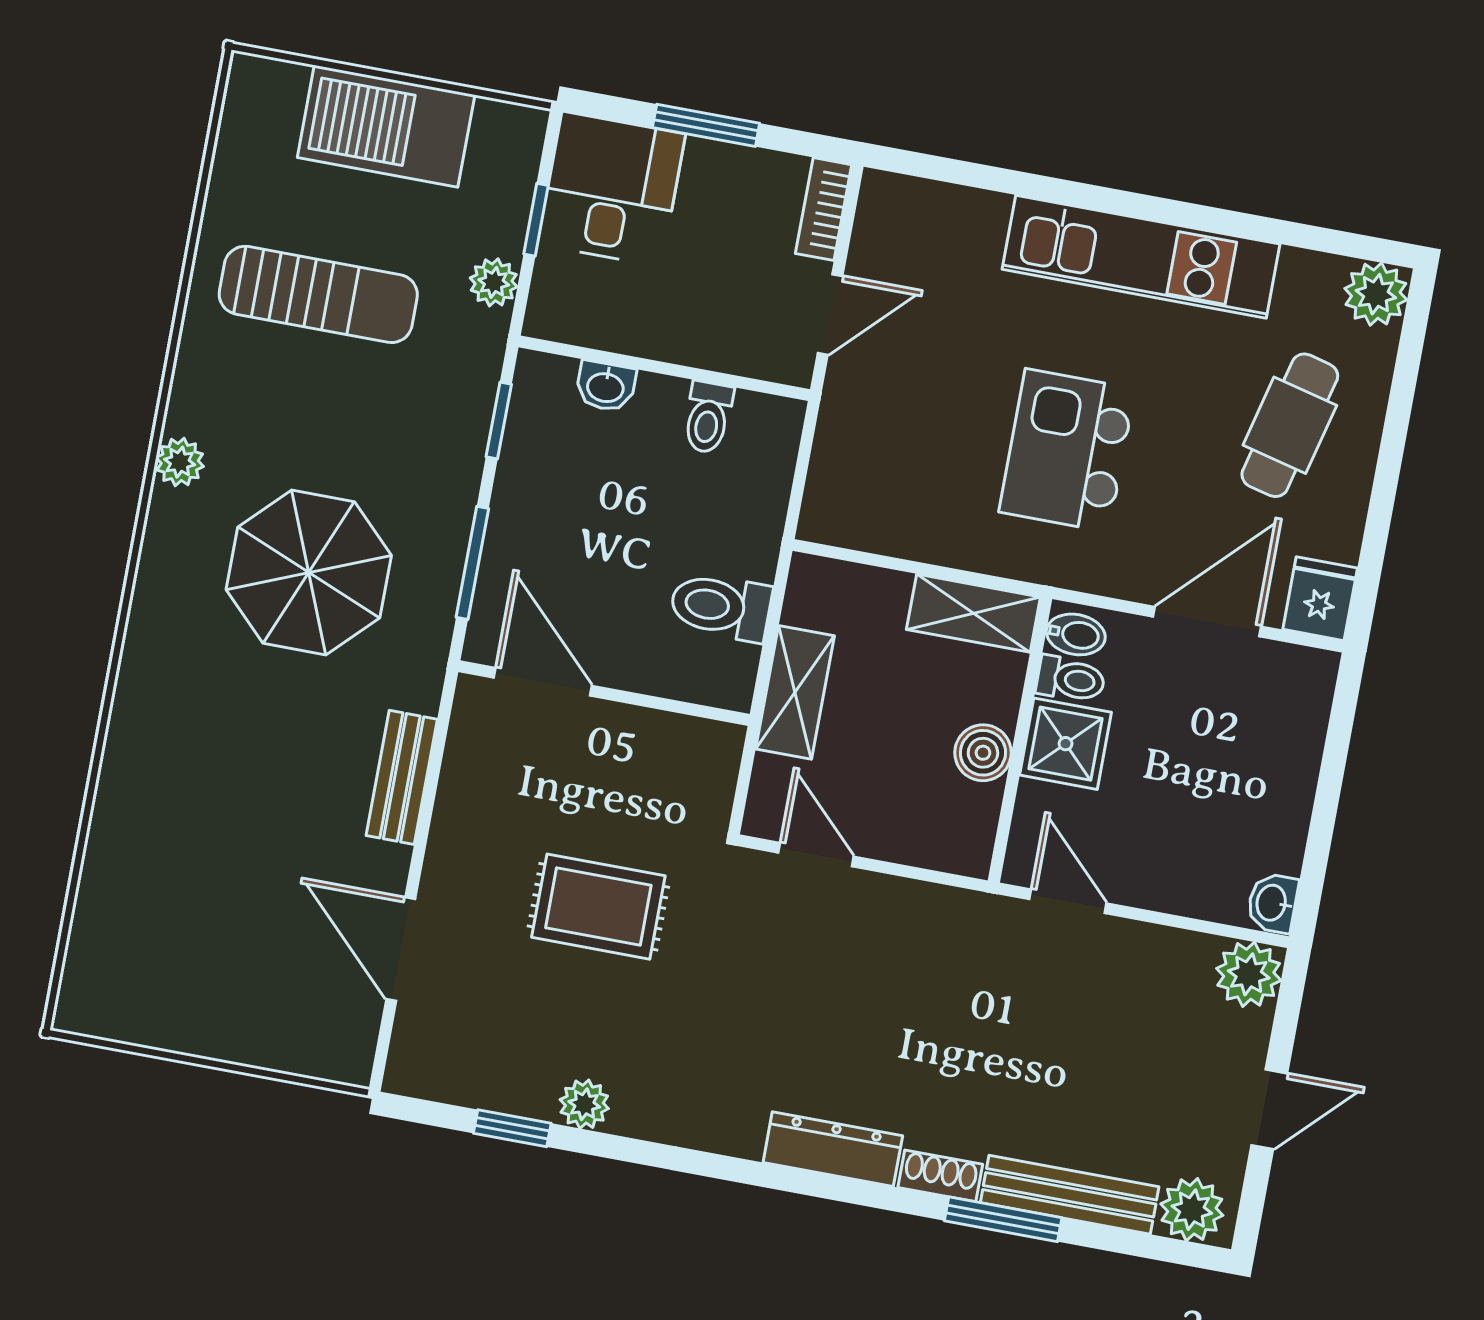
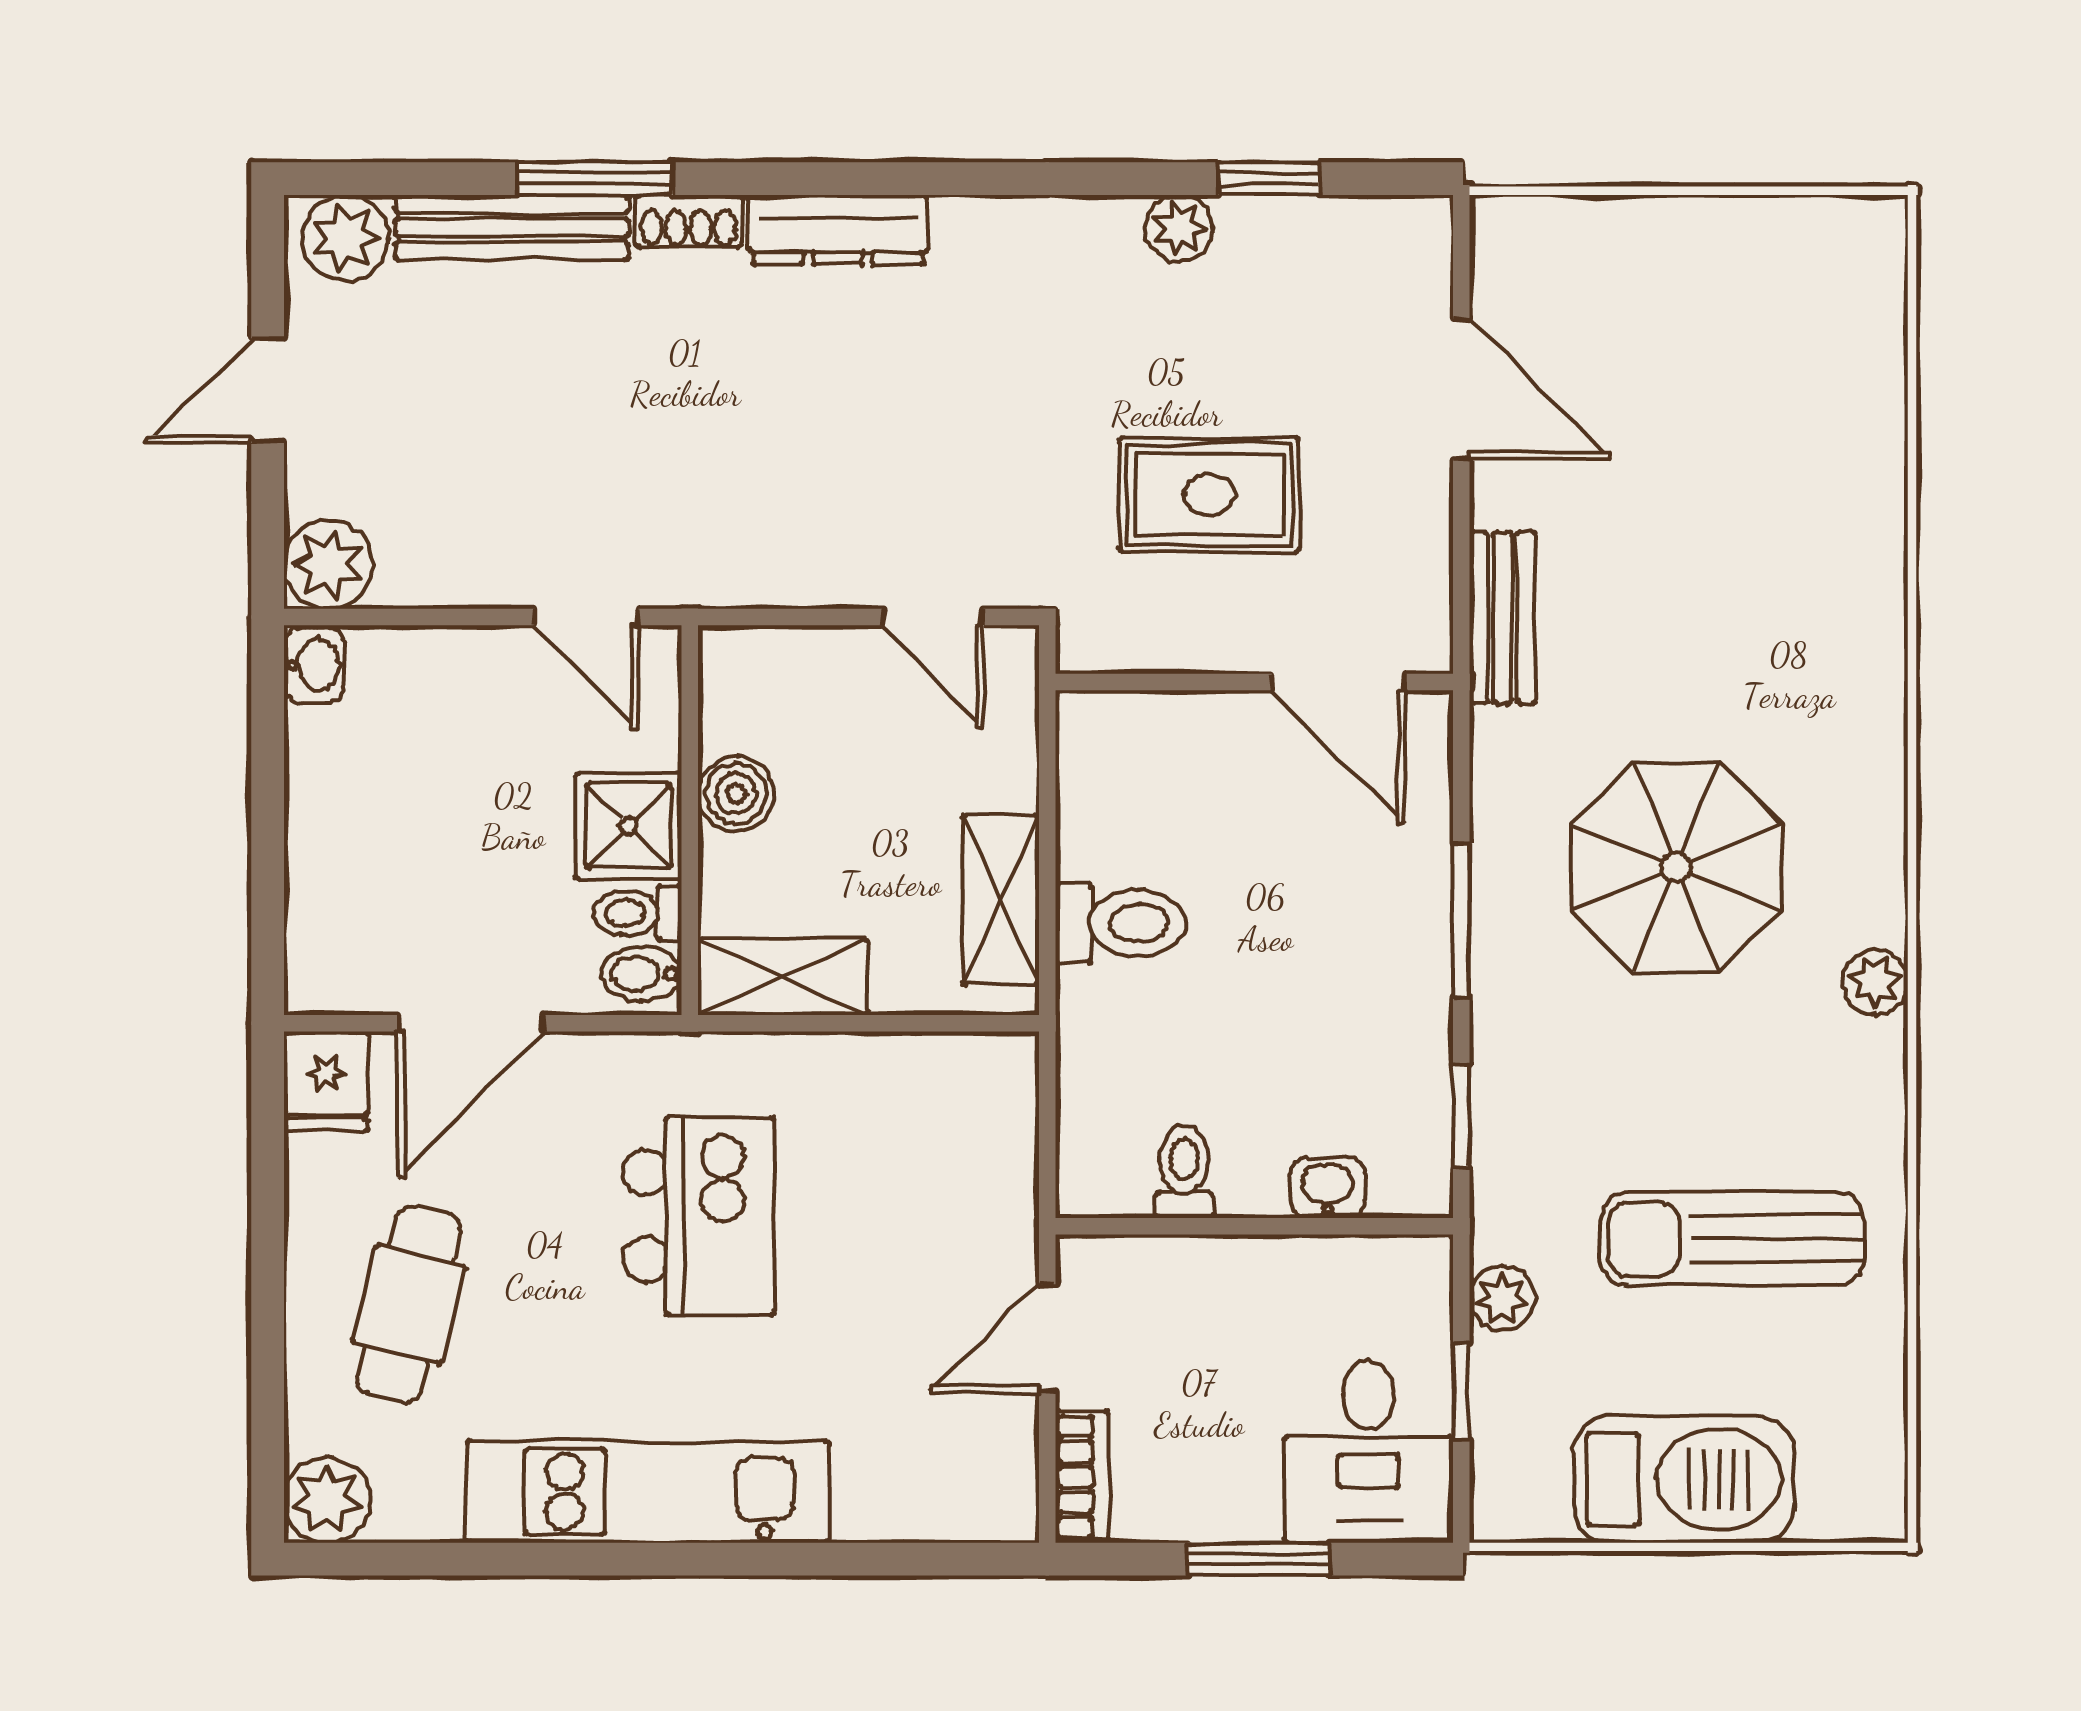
door: (543, 682) -> (1338, 682), moved
shelving: (795, 692) -> (1001, 900), moved
wall: (604, 693) -> (1254, 682), moved

